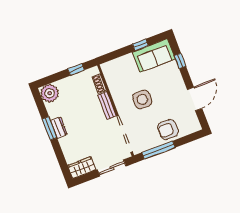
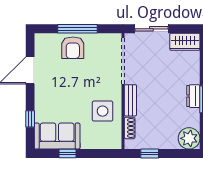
side table: (142, 99) -> (103, 111), moved
armchair: (168, 129) -> (73, 48), turned 90
window: (159, 150) -> (78, 29), moved

